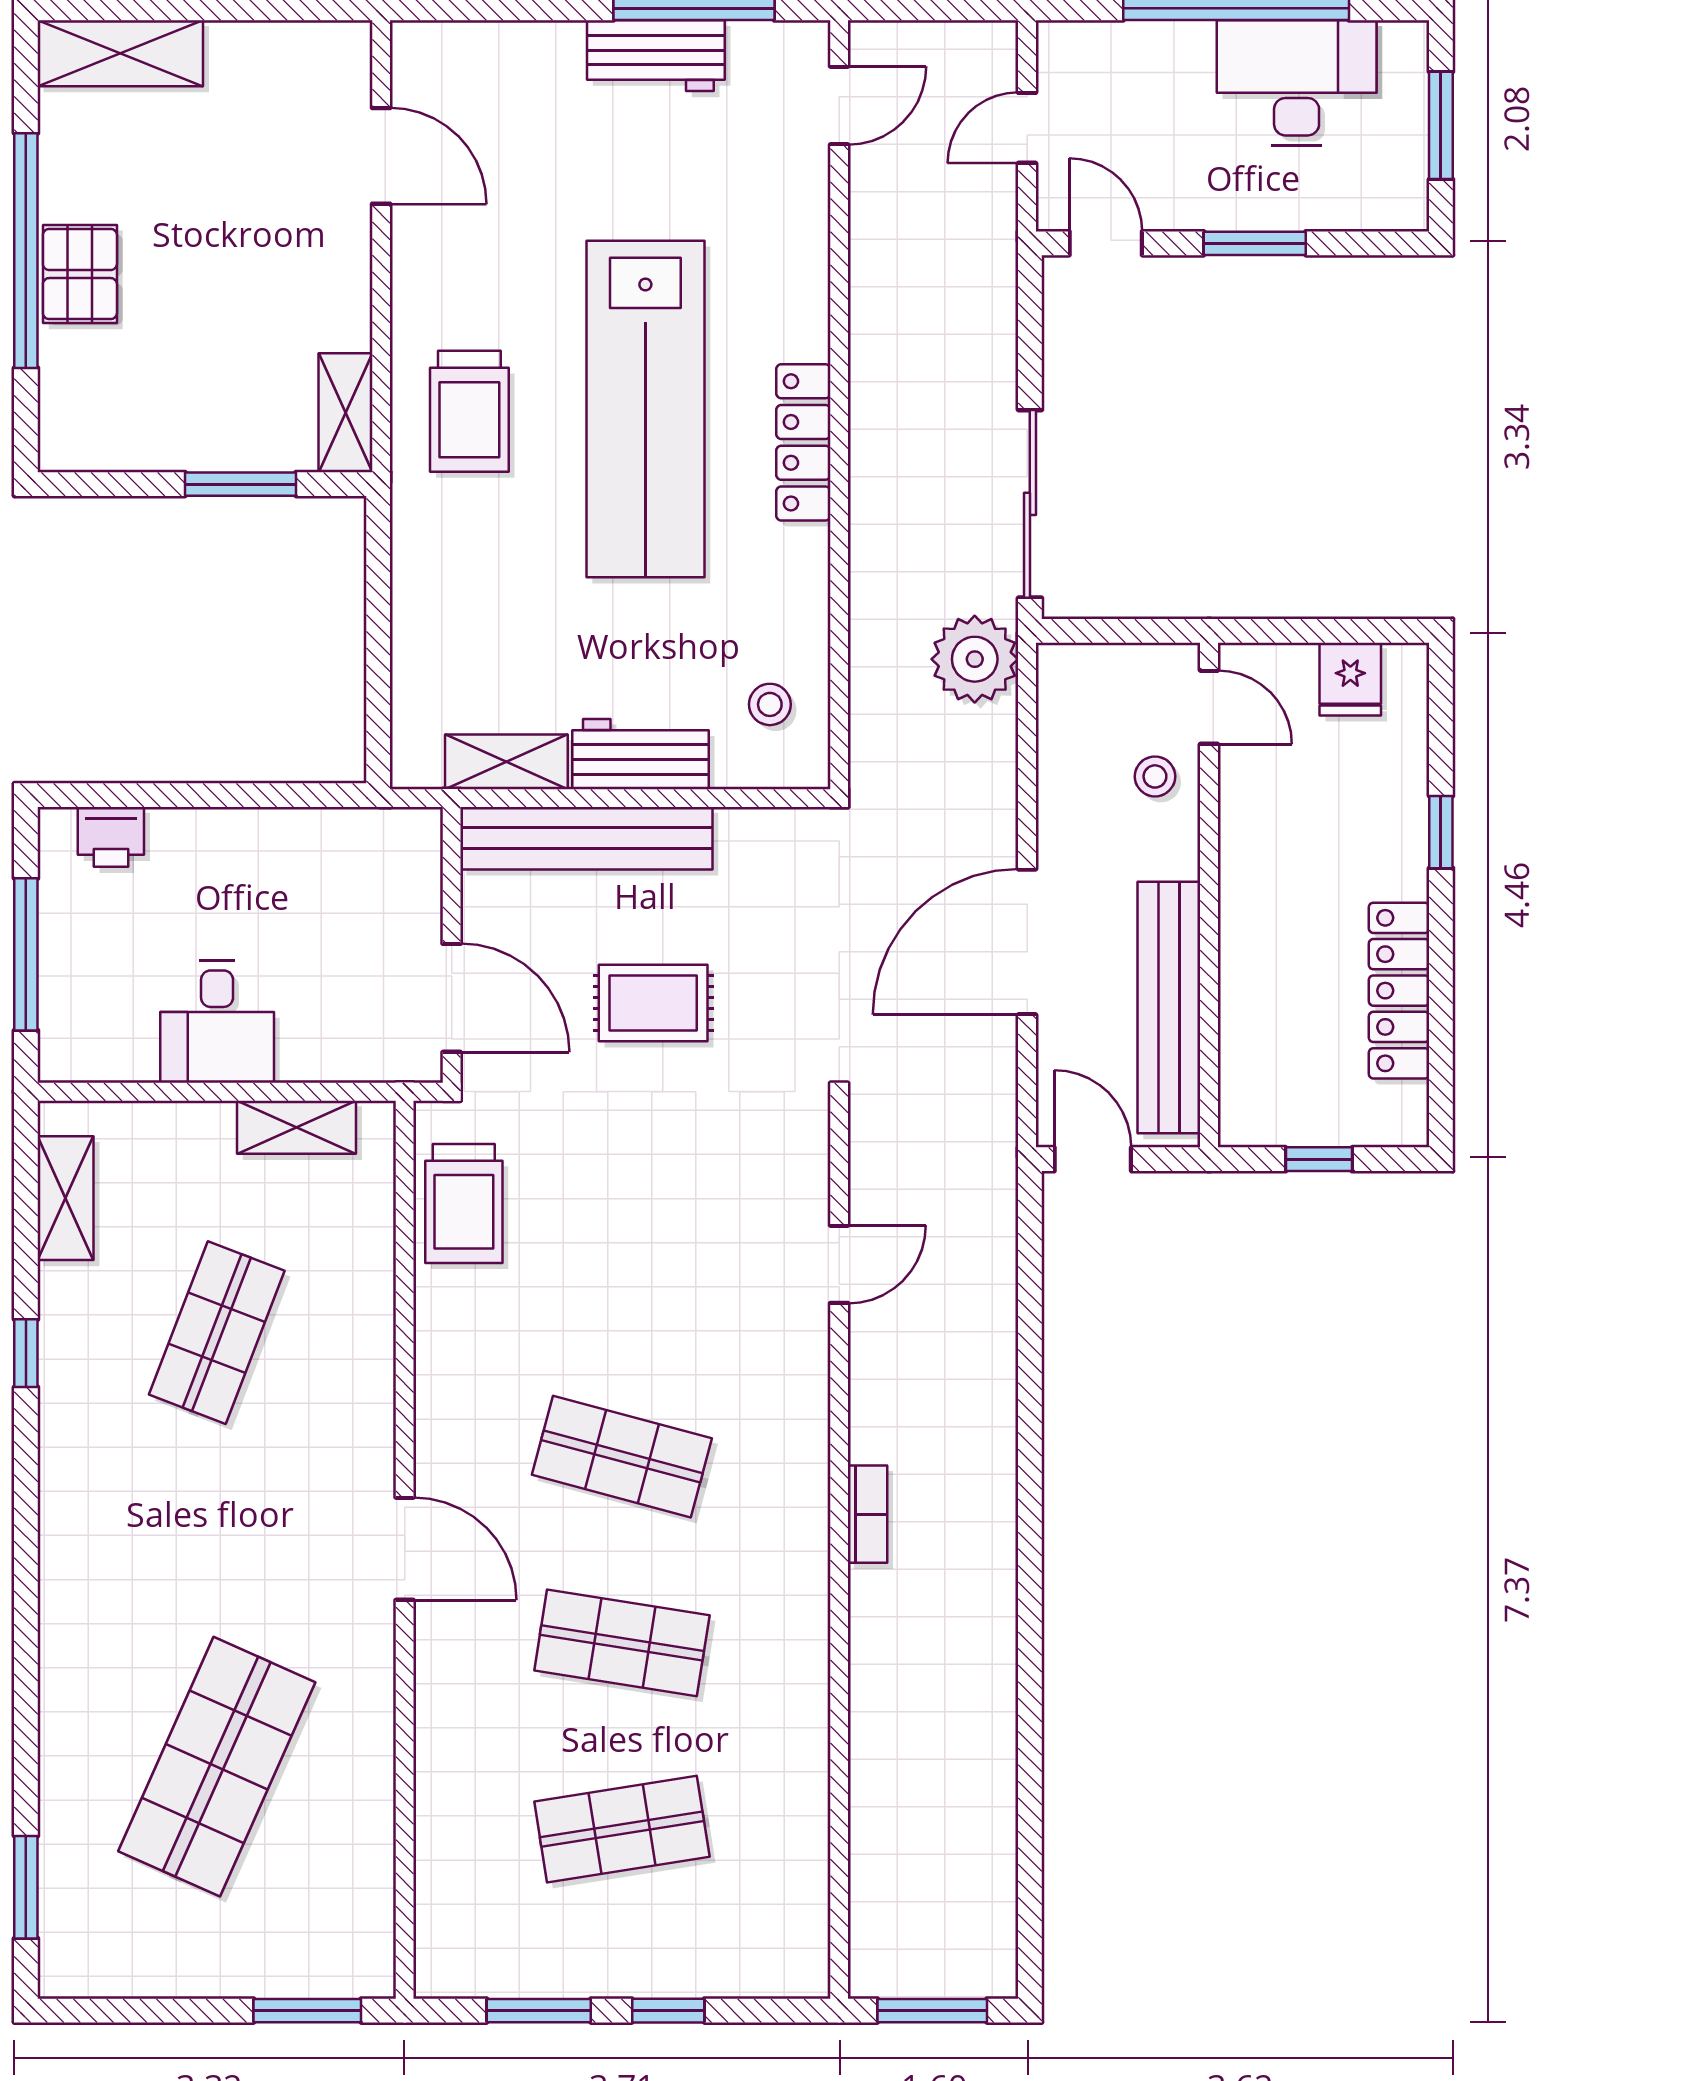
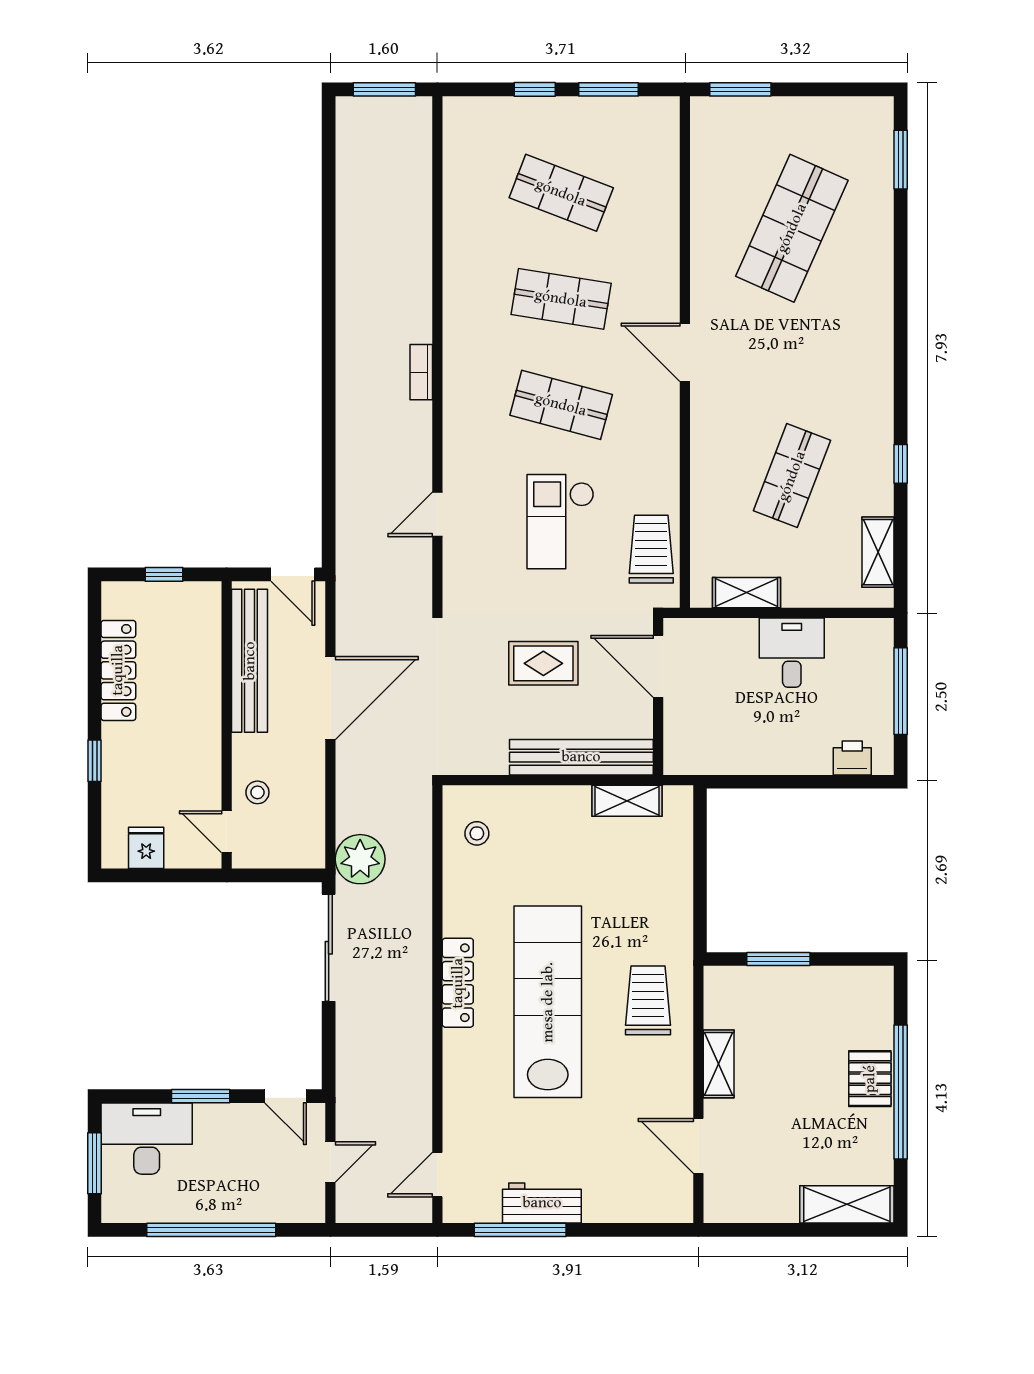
desk: (1297, 83) -> (147, 1139), moved, turned 180
shelving: (346, 413) -> (719, 1064), moved
workbench: (640, 754) -> (551, 805), removed
checkout: (623, 1252) -> (560, 522), added
shop shelf: (622, 1829) -> (561, 193), turned 30

